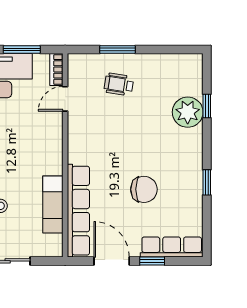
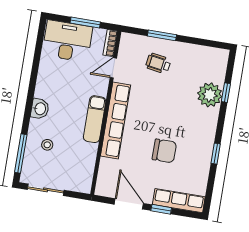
exam couch: (53, 205) -> (95, 119), moved
row of seats: (78, 211) -> (116, 121), moved

